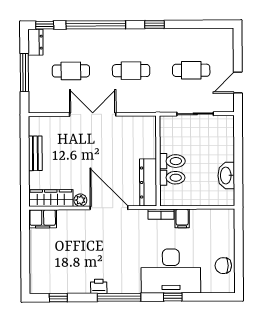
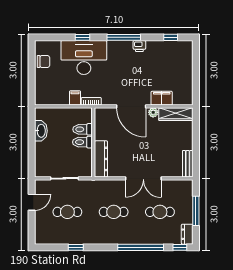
window: (155, 25) -> (76, 247), moved
bench: (35, 153) -> (188, 164), moved
dresser: (148, 182) -> (101, 159), moved
filing cabinet: (43, 219) -> (162, 98), moved

